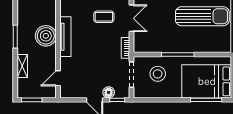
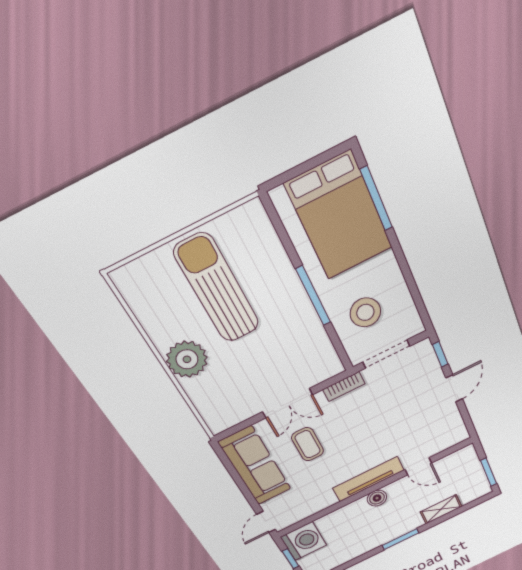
double door: (132, 18) -> (288, 403), swing flipped
boiler: (46, 36) -> (377, 498), width x0.54, depth x0.54
door: (58, 78) -> (418, 466), moved
floor lamp: (109, 92) -> (433, 374), removed

